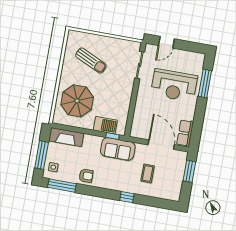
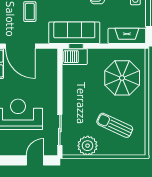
plant: (118, 47) -> (88, 146), added
barbecue: (105, 125) -> (75, 57), moved
sofa: (118, 149) -> (74, 33), width x1.36

